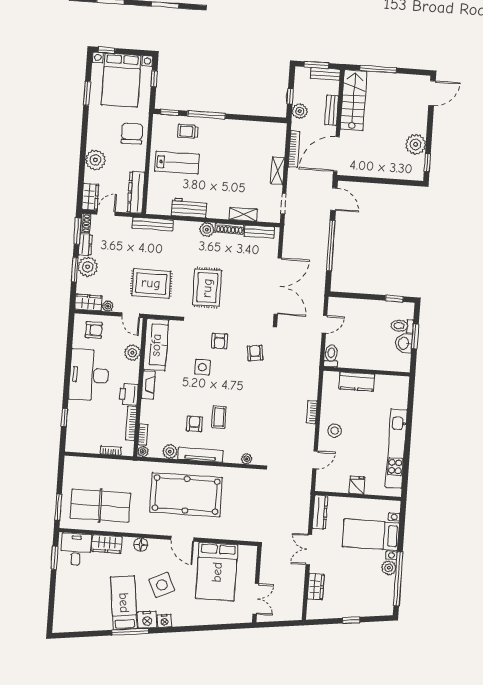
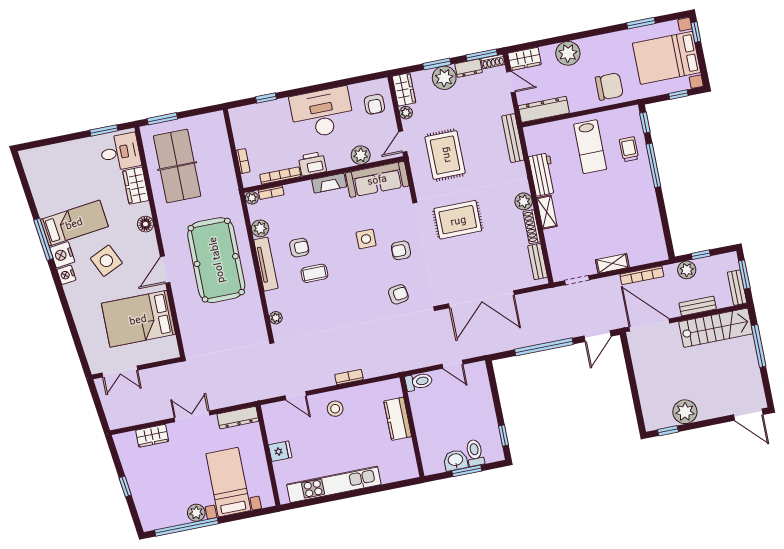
shelving: (243, 214) -> (547, 212), moved

